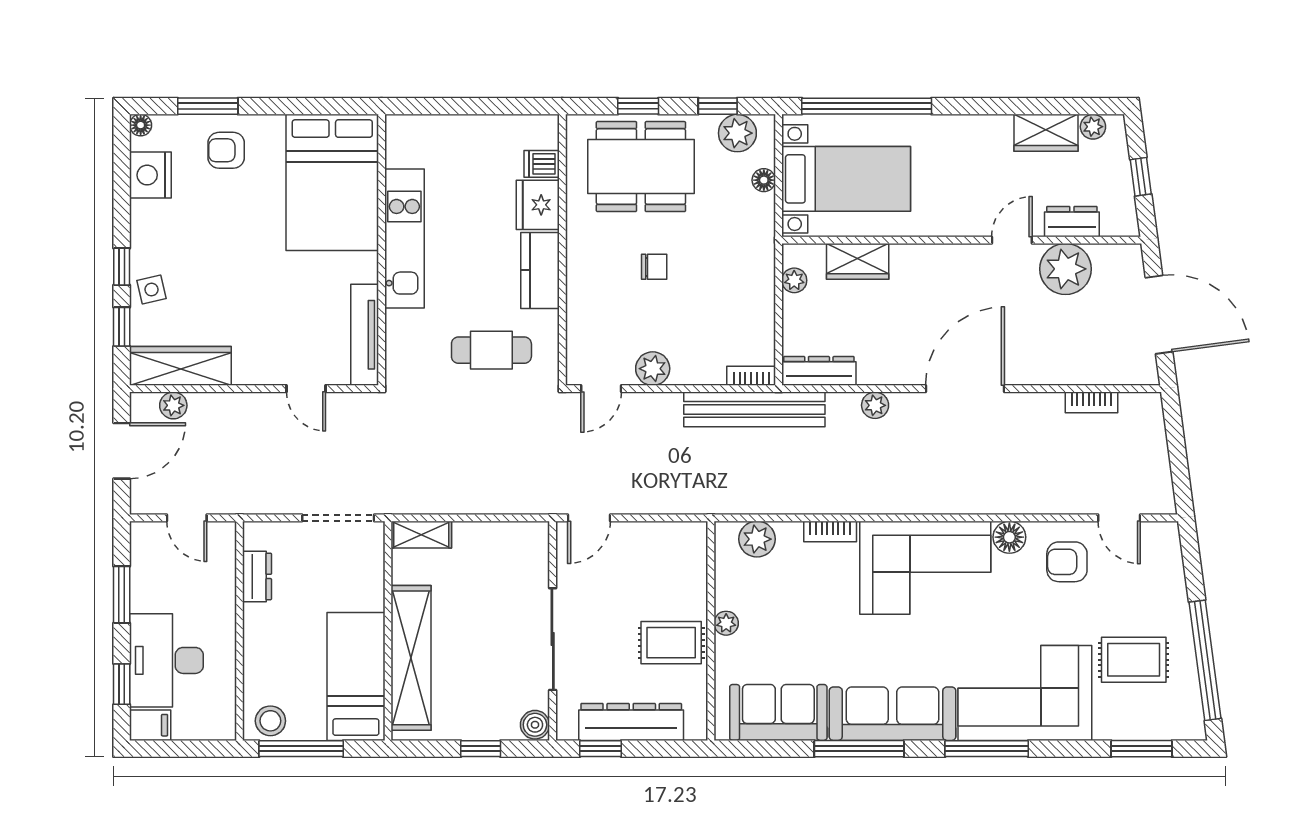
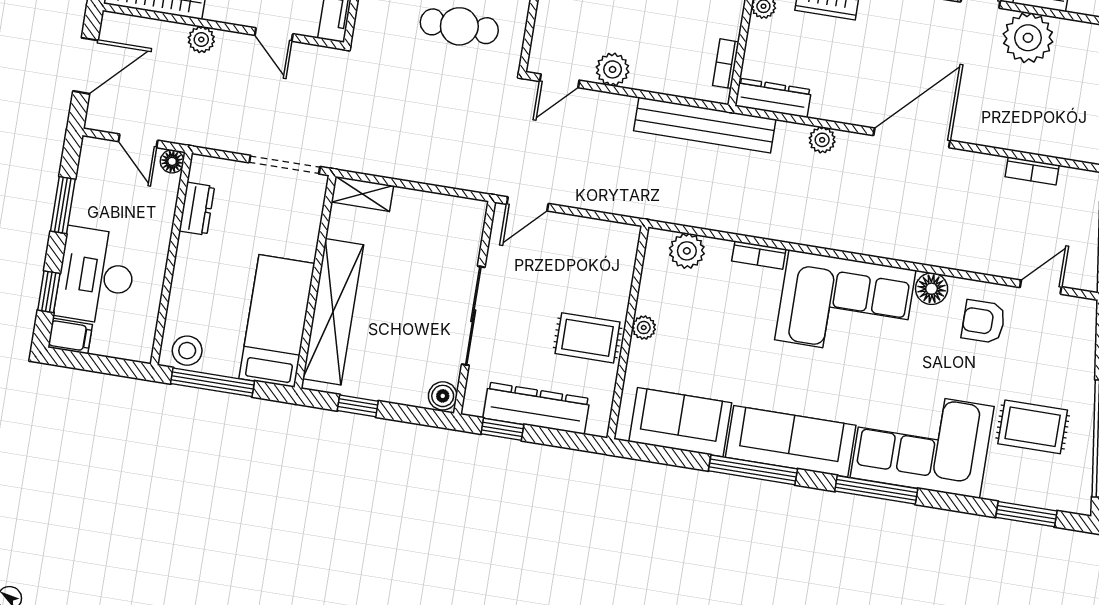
bookcase: (751, 376) -> (726, 64), moved, turned -90
plant: (173, 405) -> (201, 39), moved
door: (1119, 518) -> (1041, 287), swing flipped
floor lamp: (224, 533) -> (172, 161), added
window: (481, 749) -> (358, 406), moved

